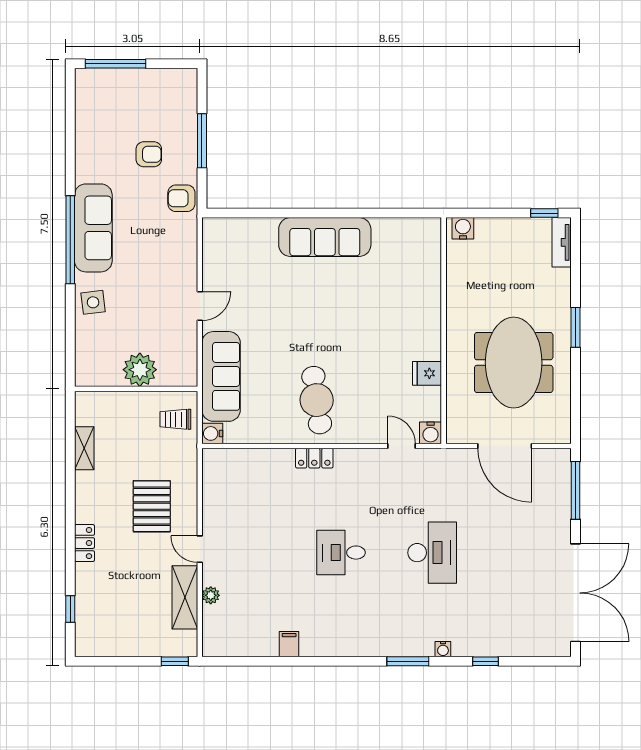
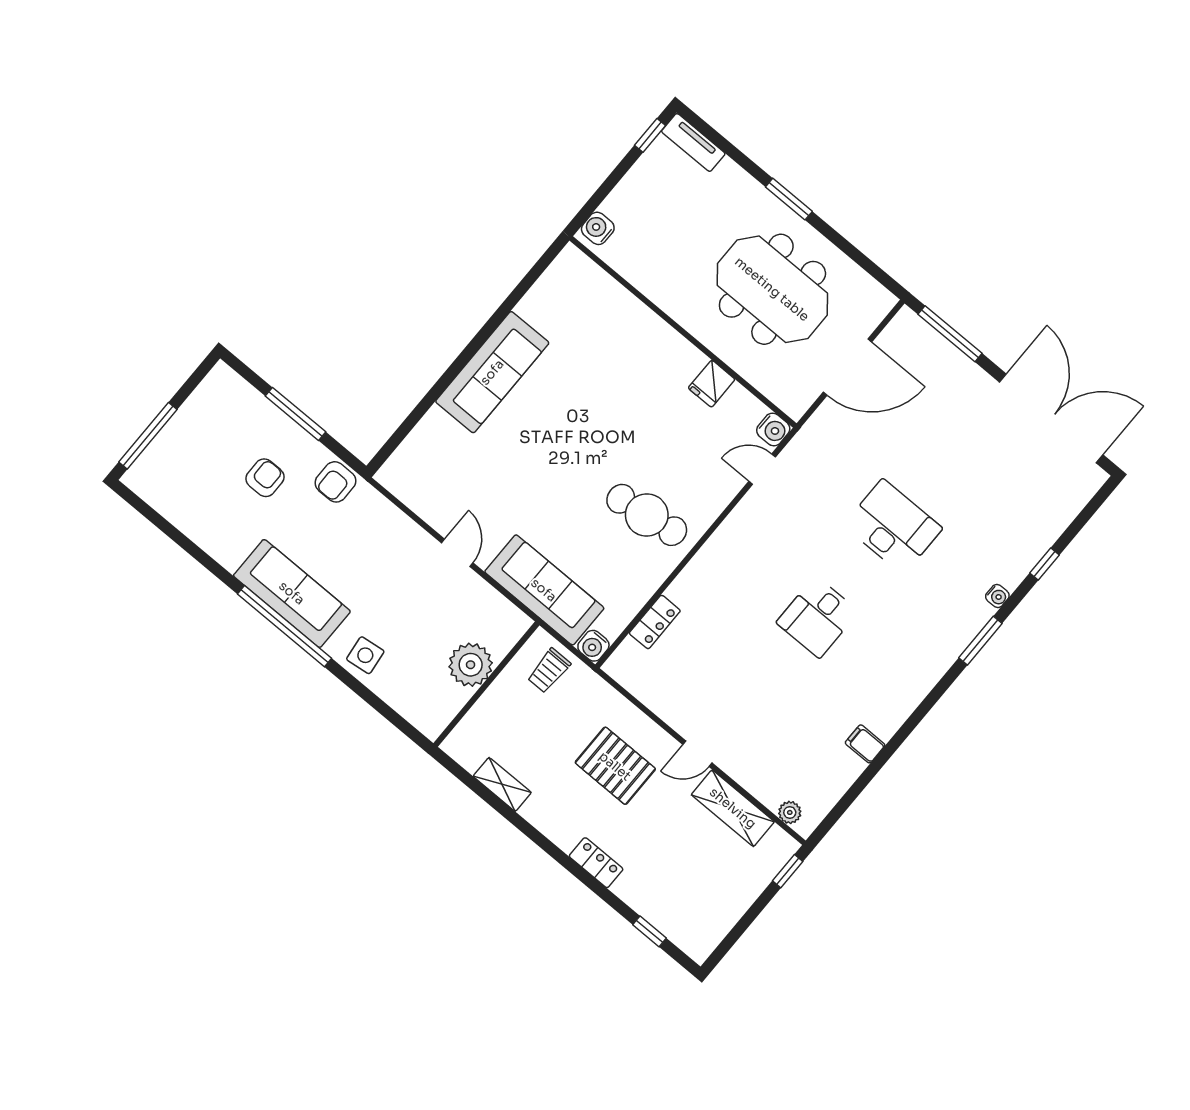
locker: (314, 458) -> (655, 622), moved
plant: (211, 595) -> (790, 812), moved

